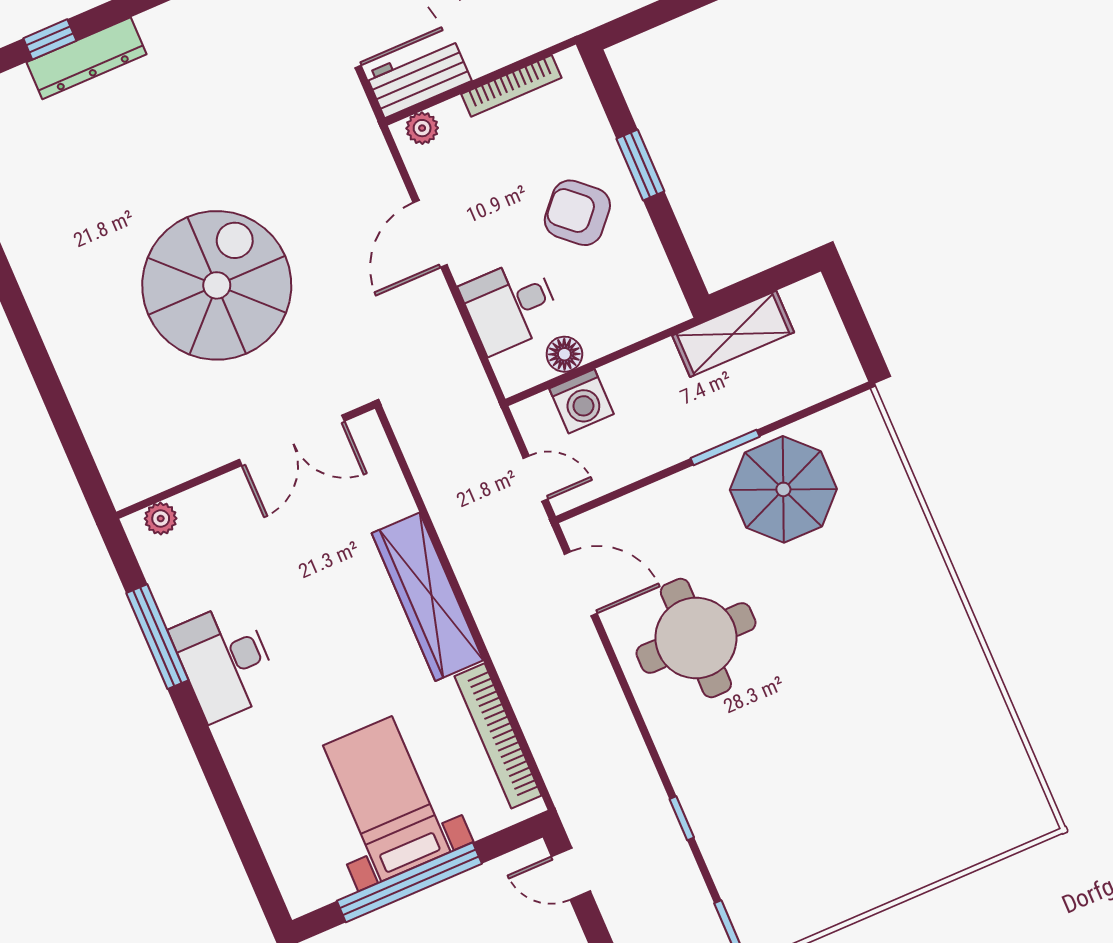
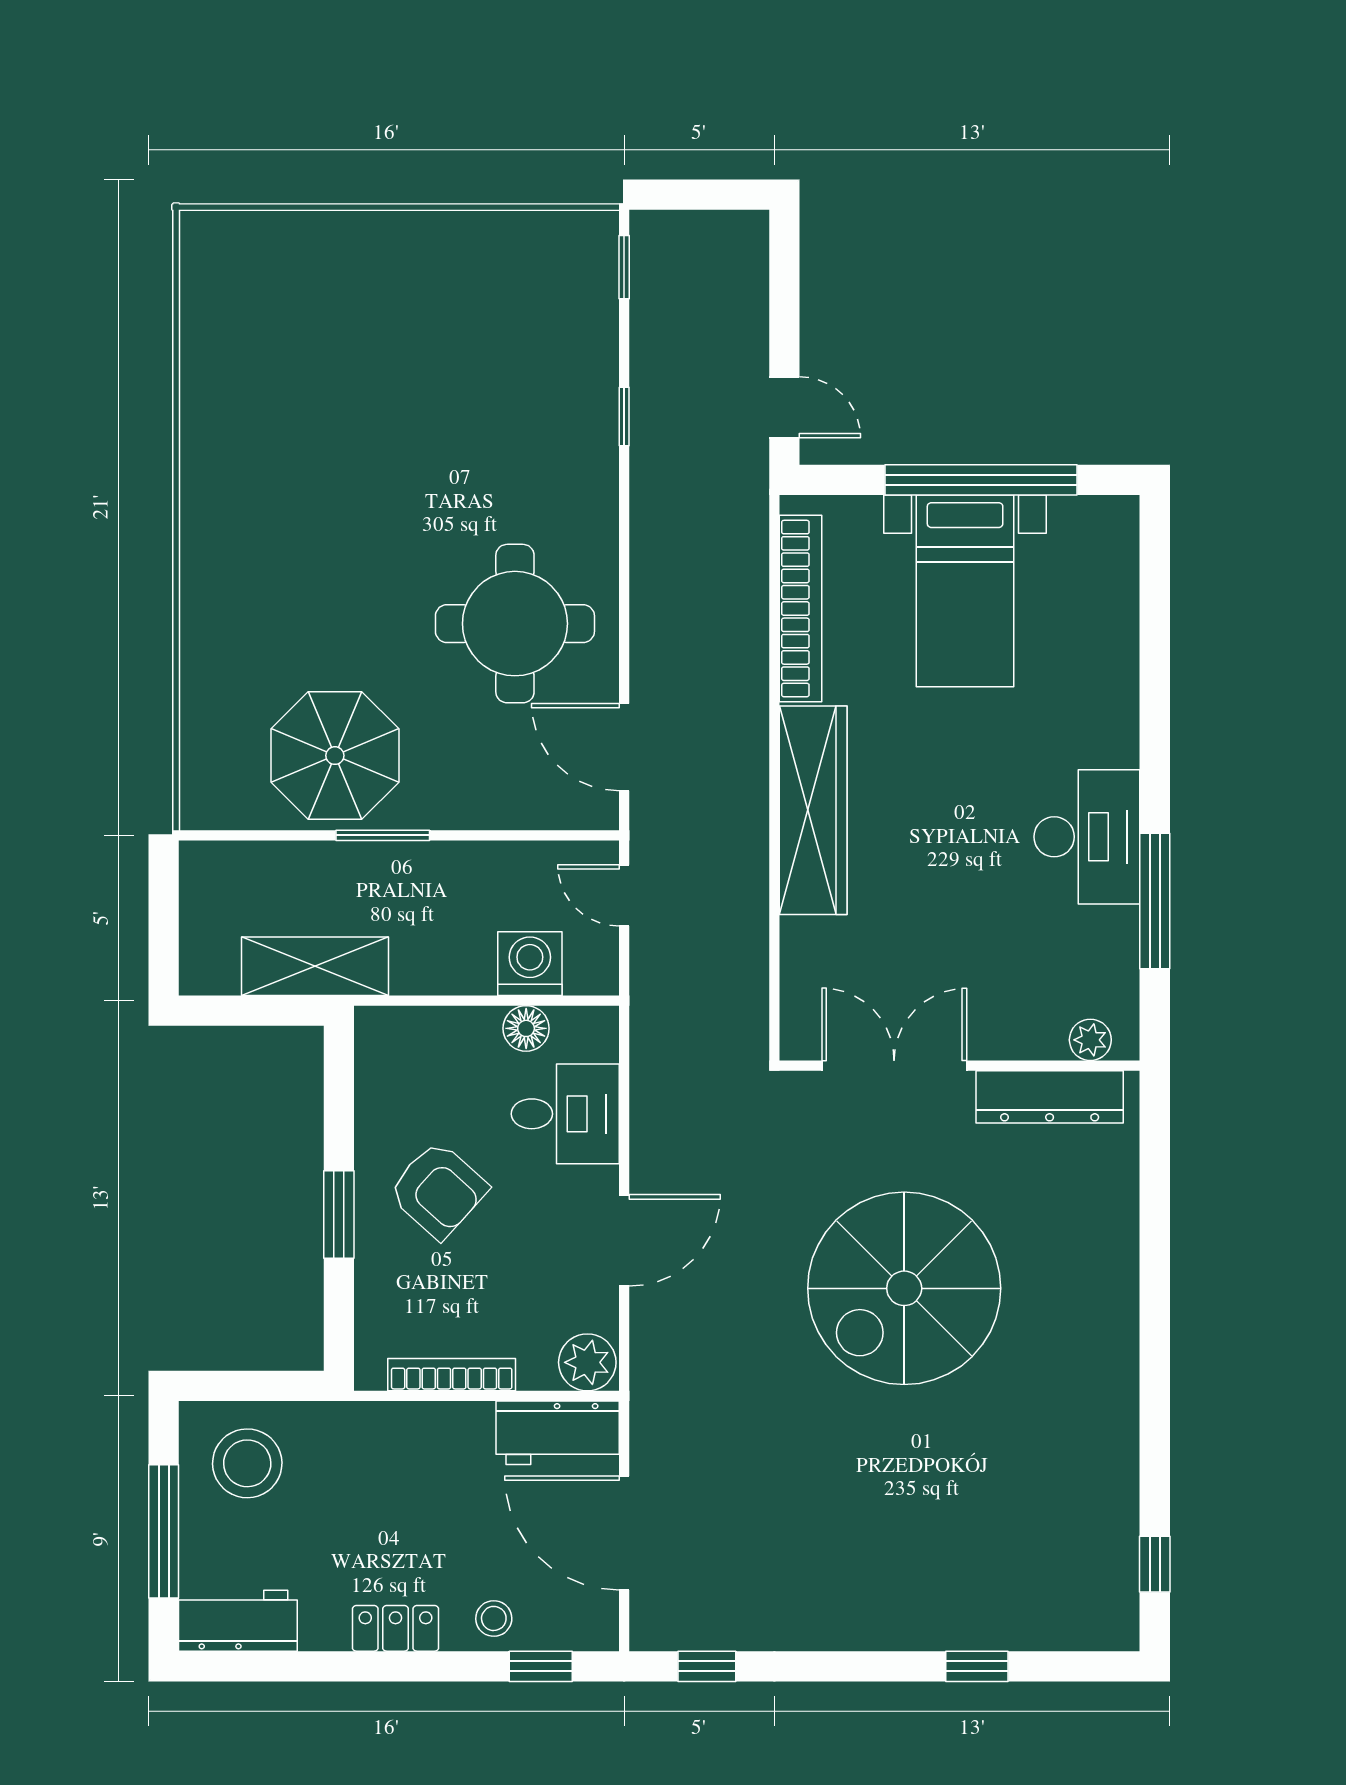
dresser: (87, 58) -> (1050, 1097), moved, turned 180
plant: (422, 128) -> (587, 1362), width x1.38, depth x1.38

